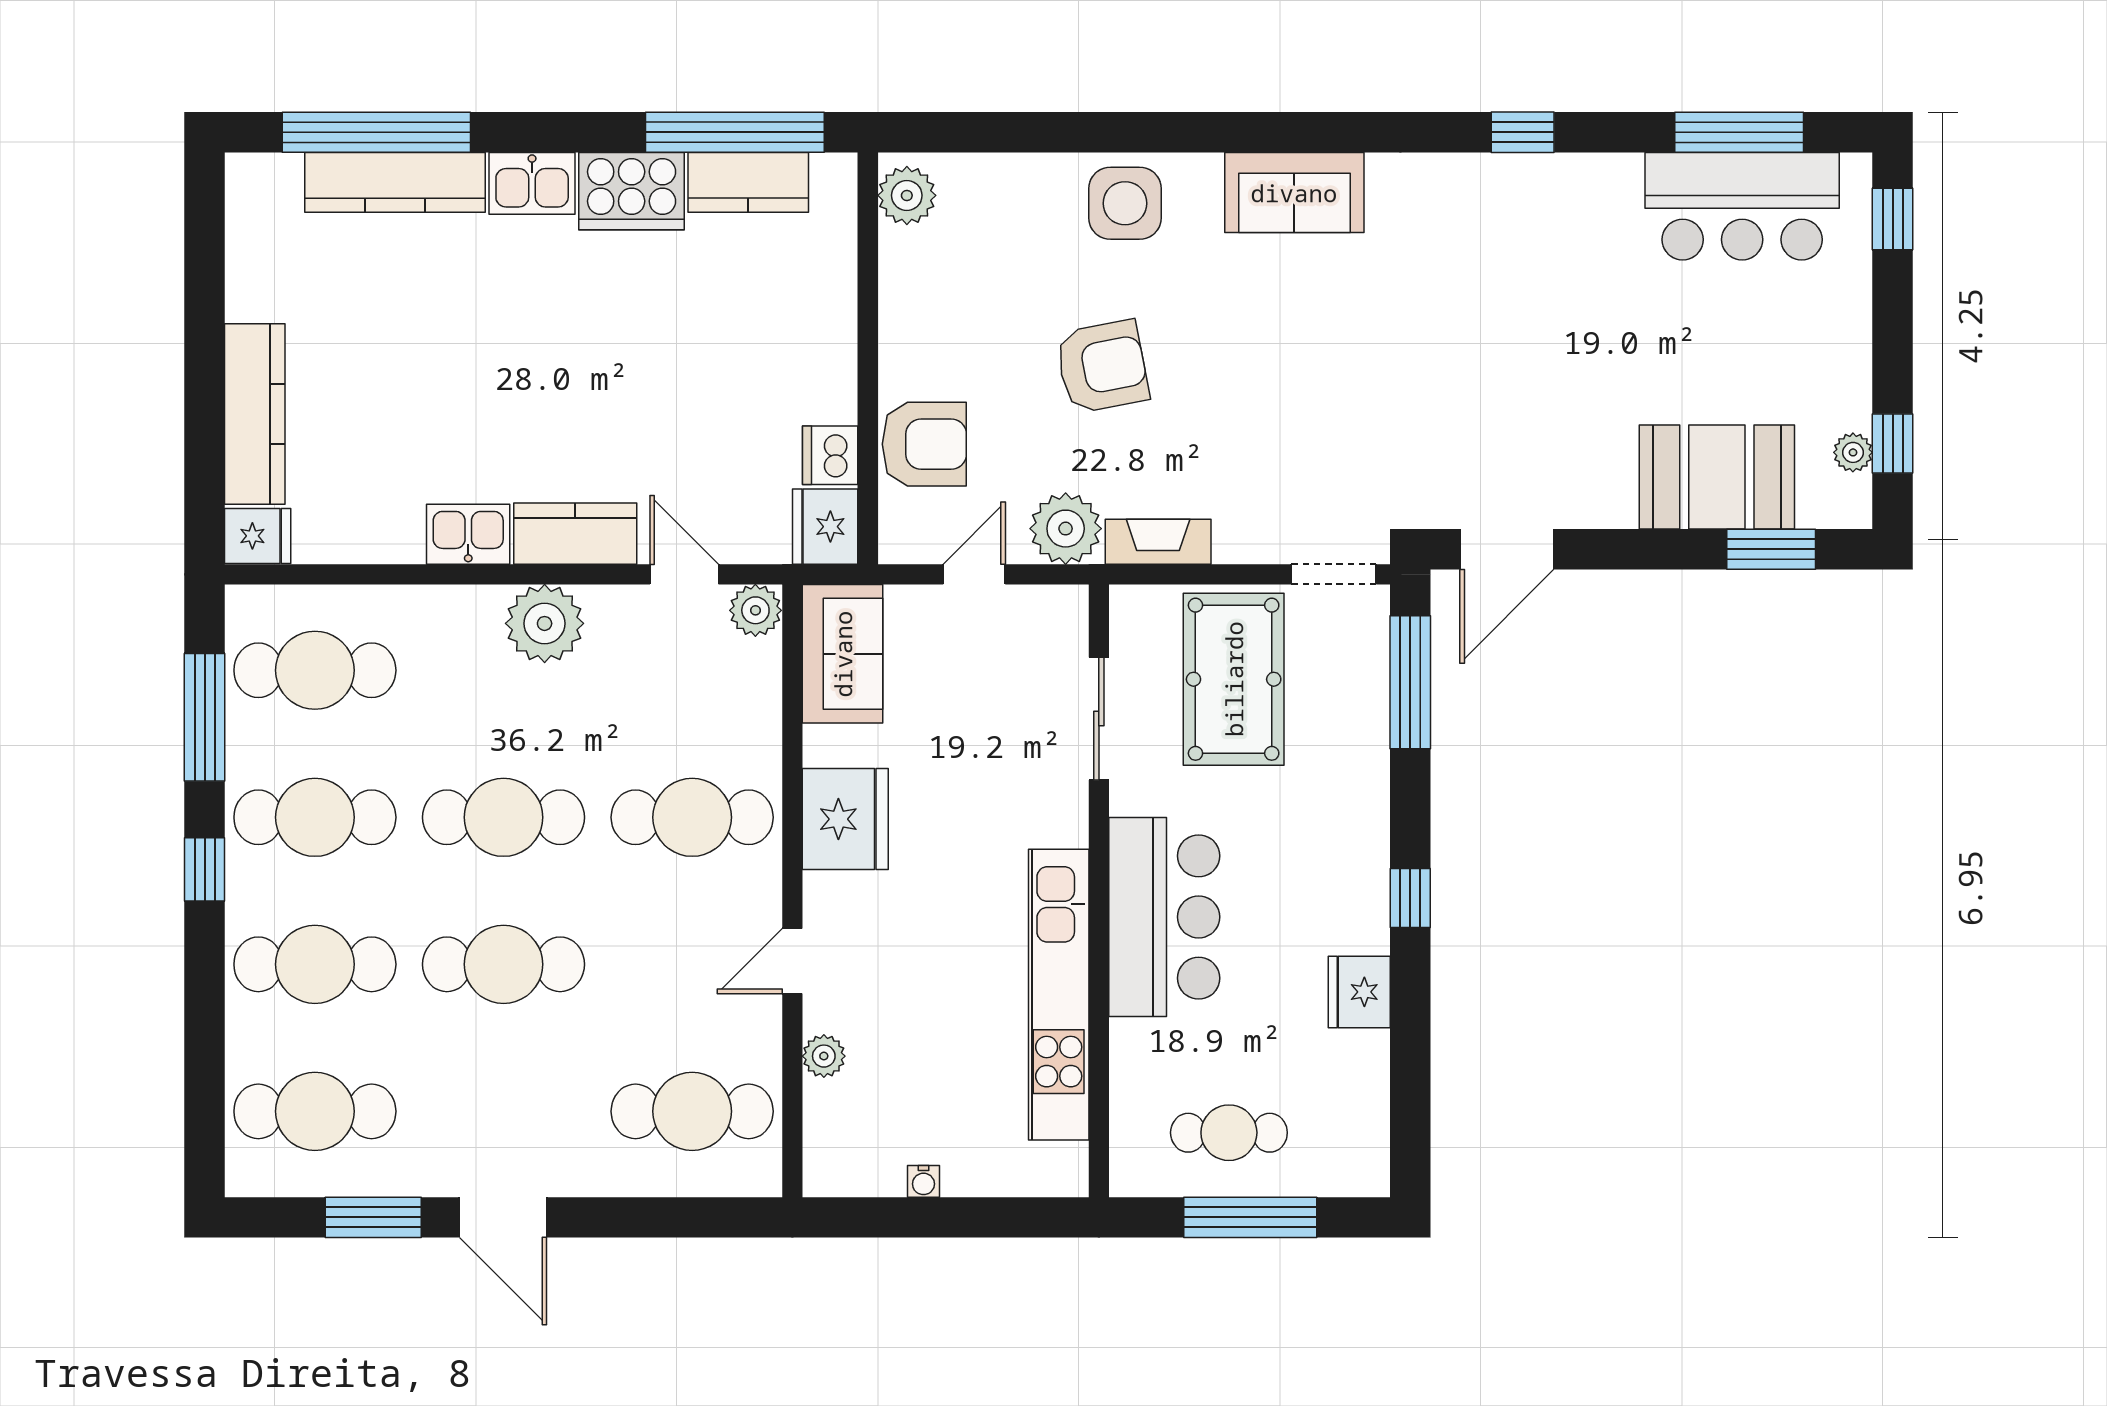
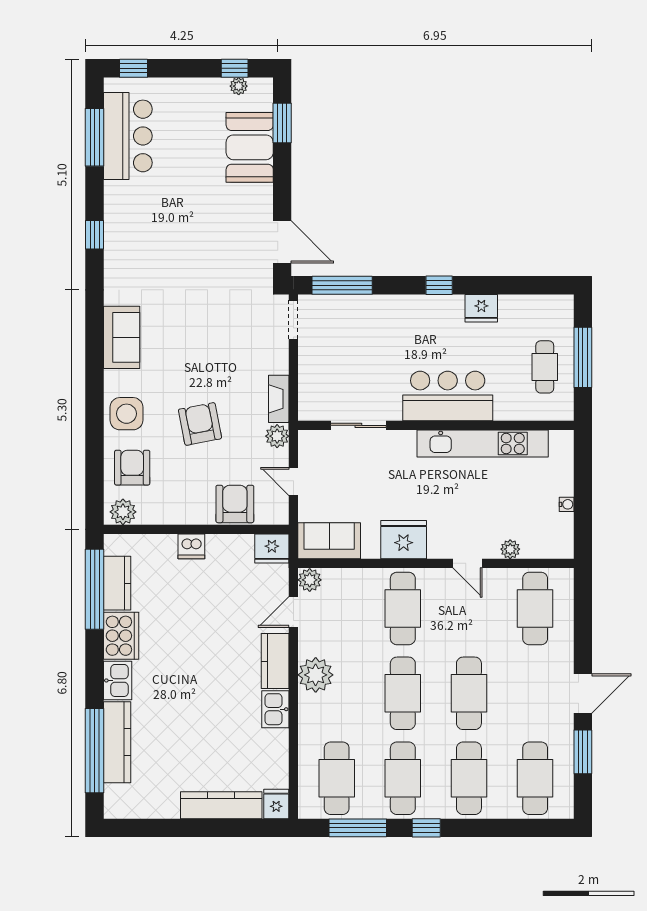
armchair: (1005, 216) -> (132, 468), added
dishwasher: (830, 455) -> (191, 546), moved
plant: (1066, 529) -> (277, 436), width x0.73, depth x0.73
pool table: (1234, 679) -> (341, 365), removed

